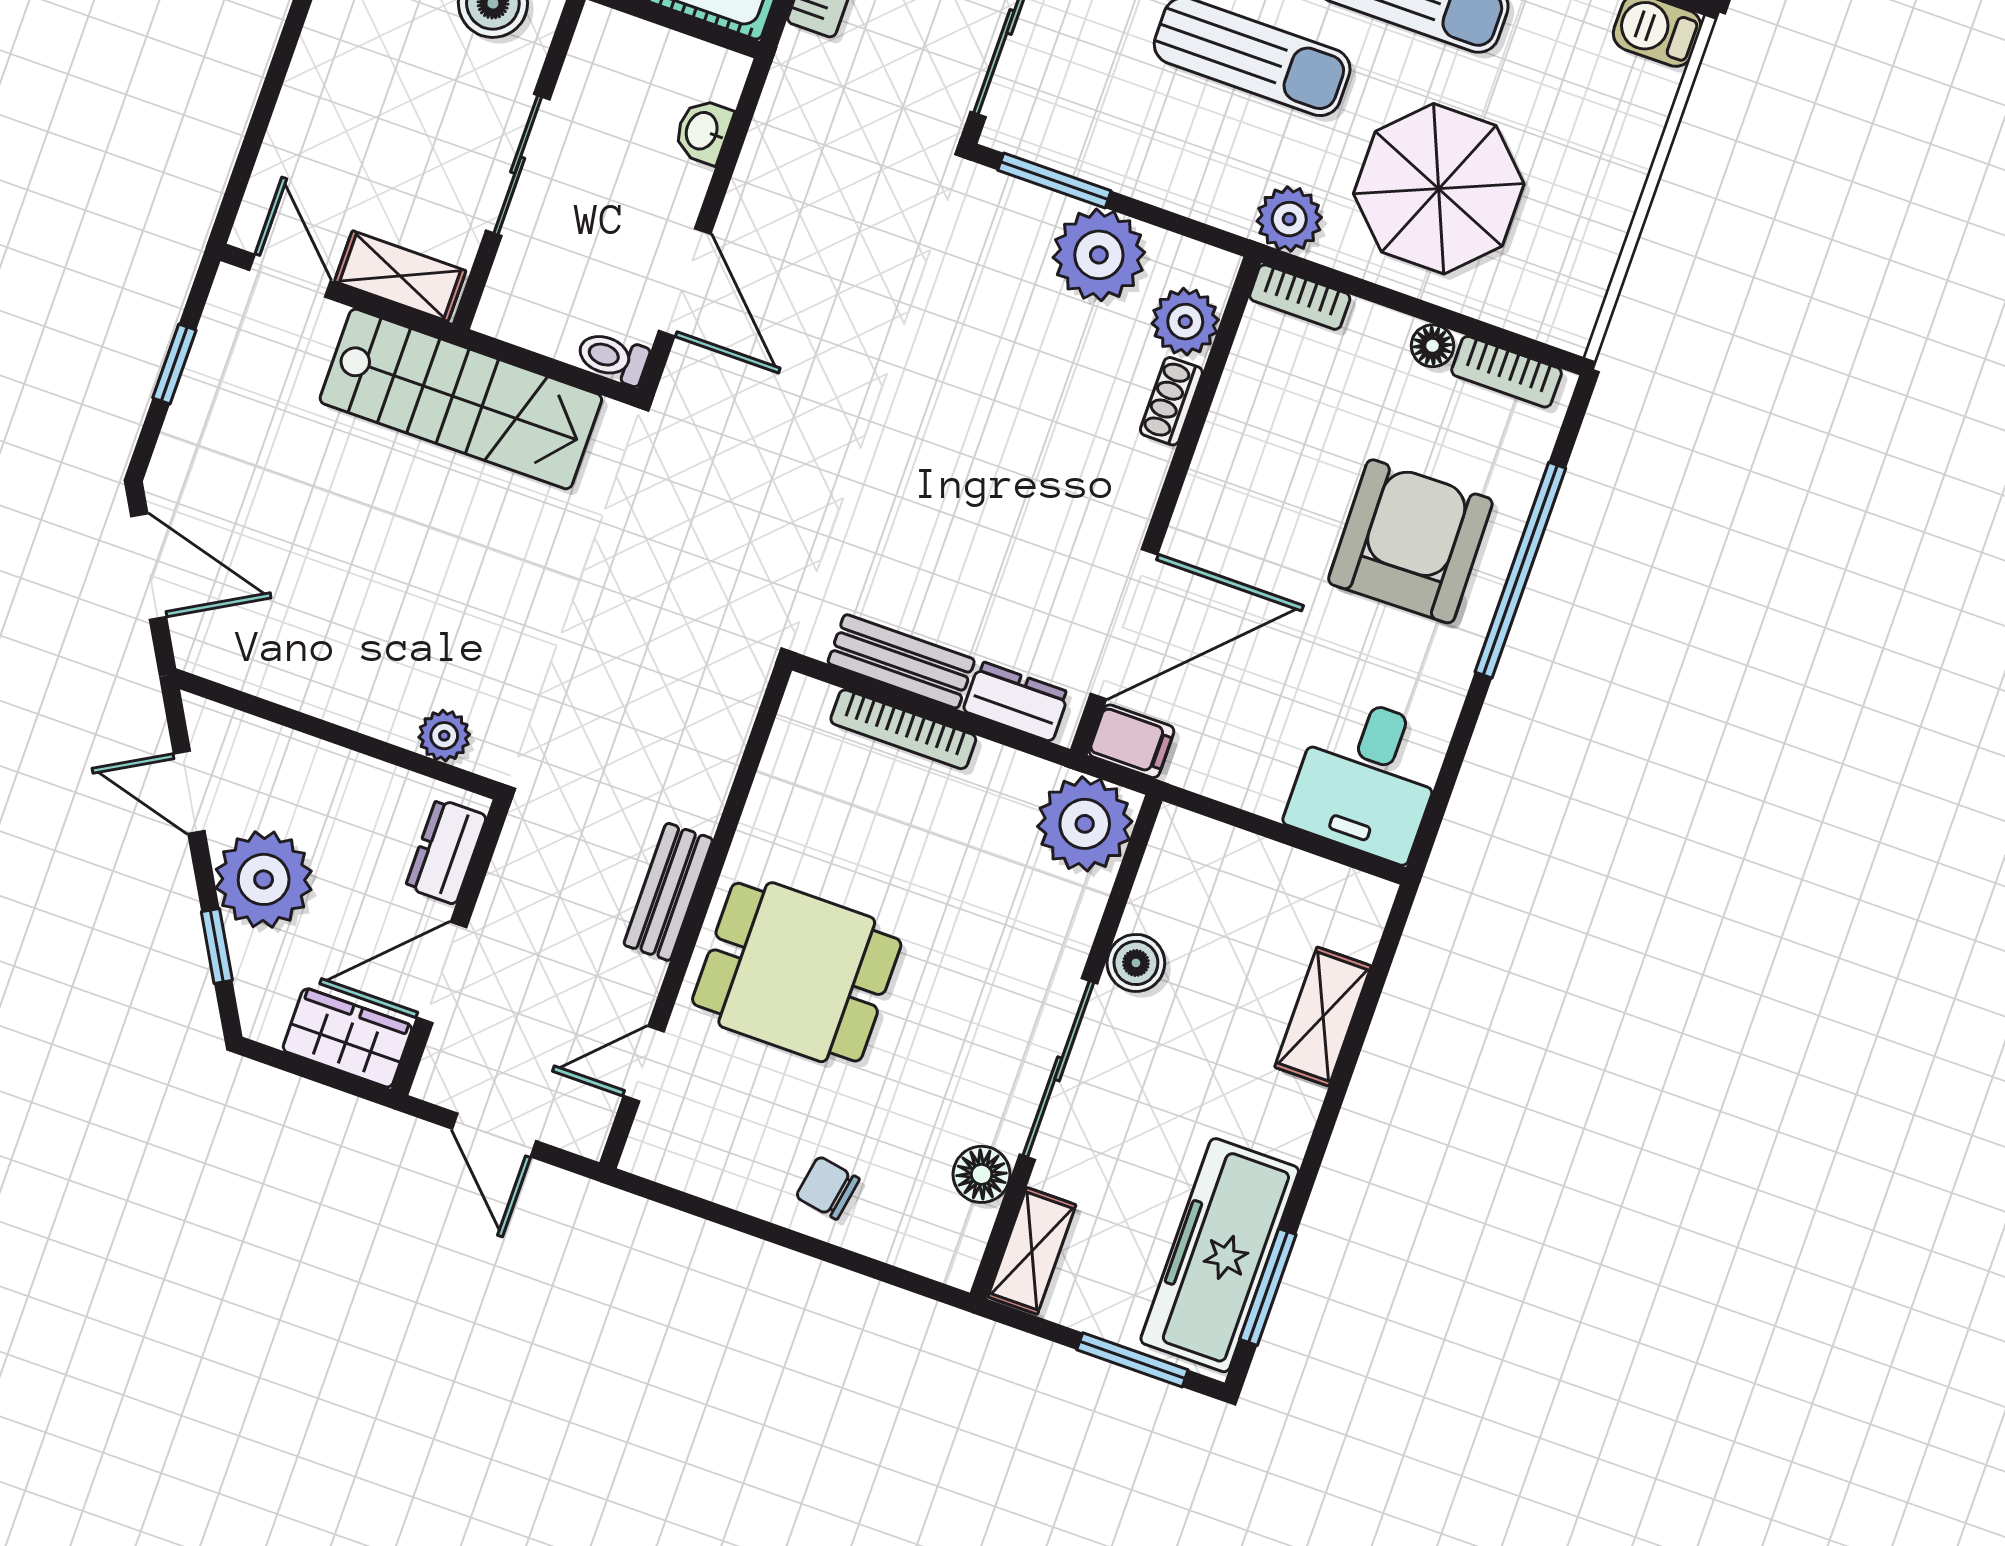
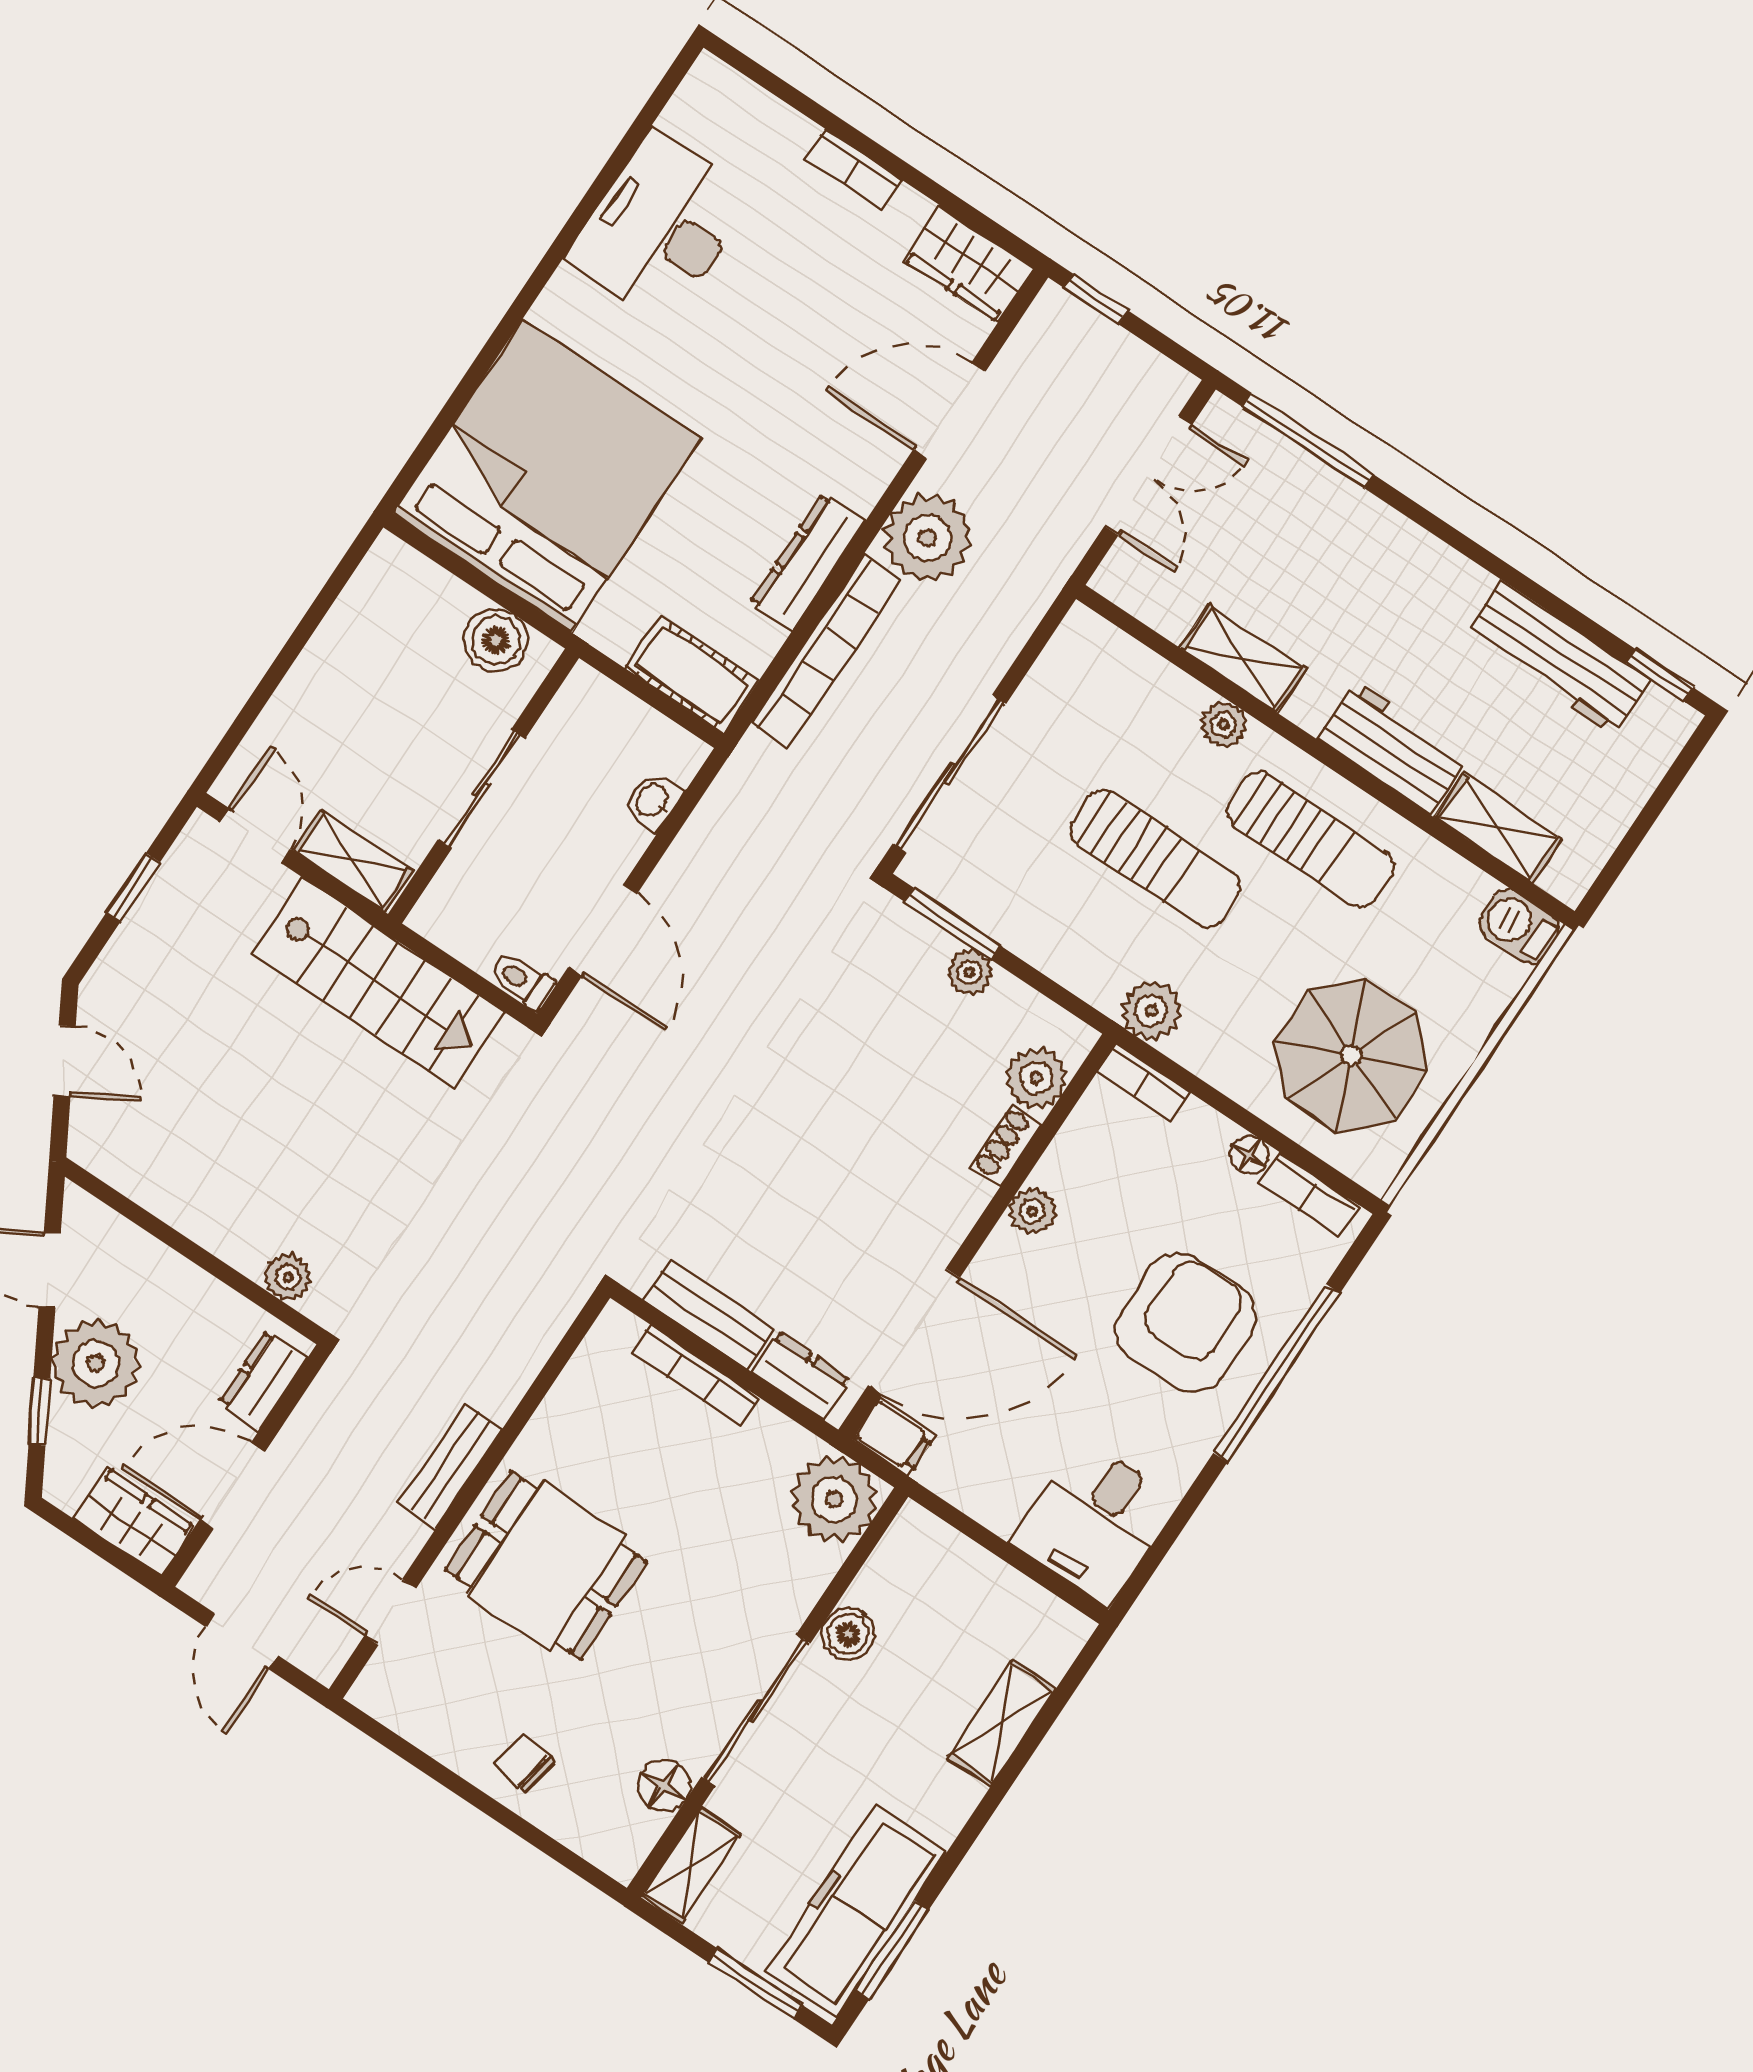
parasol: (1439, 189) -> (1351, 1056), moved
plant: (1099, 255) -> (970, 972), width x0.53, depth x0.53
plant: (1217, 464) -> (1032, 1211), added
door: (149, 566) -> (65, 1061), width x0.73

